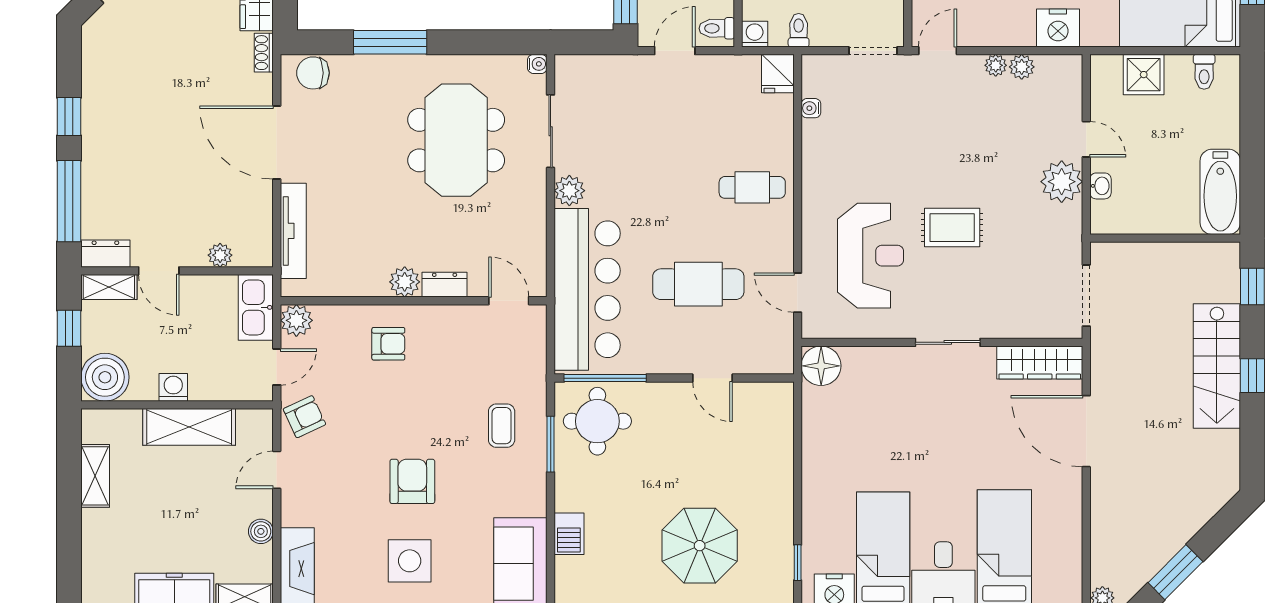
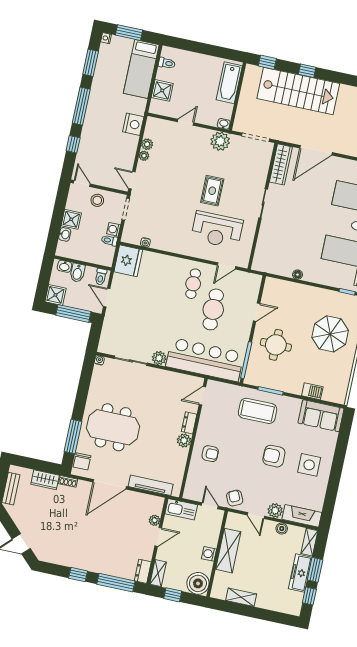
washing machine: (755, 34) -> (114, 229), moved
window: (390, 42) -> (73, 437), moved
fridge: (778, 74) -> (128, 261), width x1.88, depth x1.34
meeting table: (456, 140) -> (113, 427), moved
plant: (1062, 182) -> (220, 141), moved
washbasin: (1100, 186) -> (224, 124), moved
cafe table: (752, 187) -> (193, 284), moved
bathtub: (1220, 192) -> (229, 83), moved, turned 90
reception desk: (870, 256) -> (217, 230), turned 180
door: (159, 271) -> (158, 537), moved
plant: (296, 320) -> (275, 510), moved
armchair: (388, 344) -> (210, 454), turned 90
floor lamp: (821, 366) -> (298, 275), moved, width x0.53, depth x0.53
stairs: (1217, 366) -> (298, 91), width x1.36, depth x1.51
round table: (597, 421) -> (276, 345), moved
coffee table: (502, 426) -> (258, 411), width x1.86, depth x1.72

